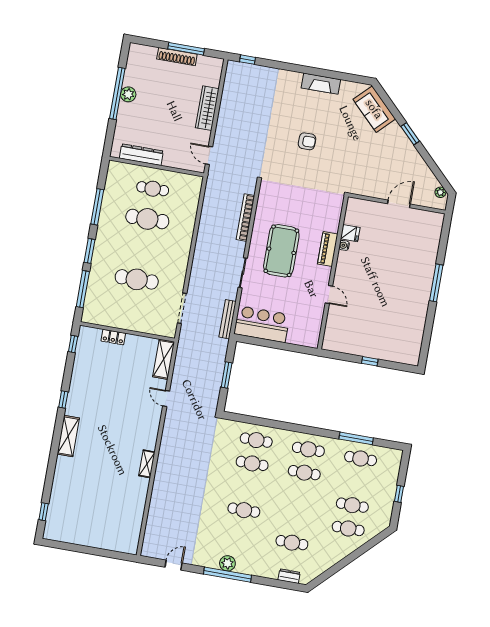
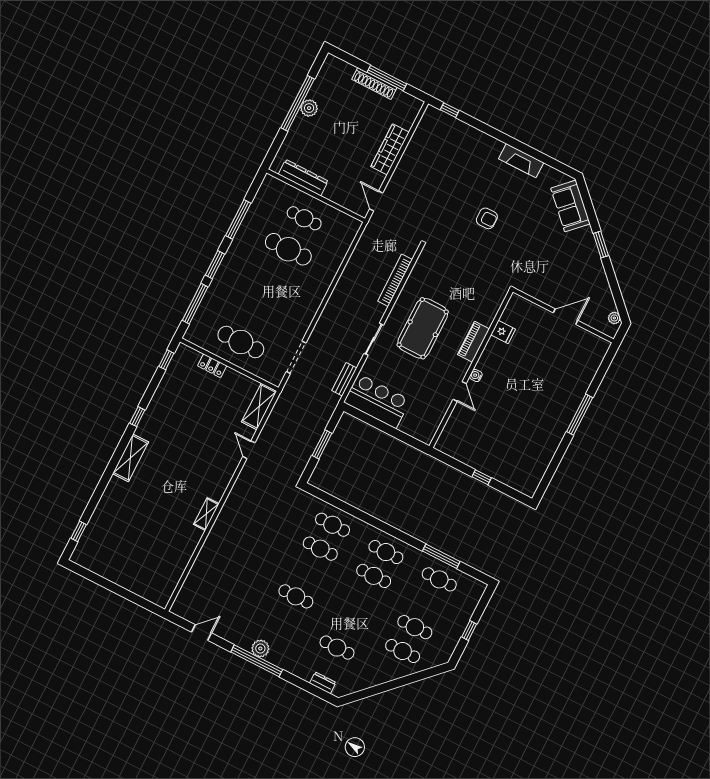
water cooler: (344, 245) -> (476, 375), moved
cafe table: (137, 279) -> (241, 342), moved
bench: (227, 319) -> (344, 379), width x0.73

